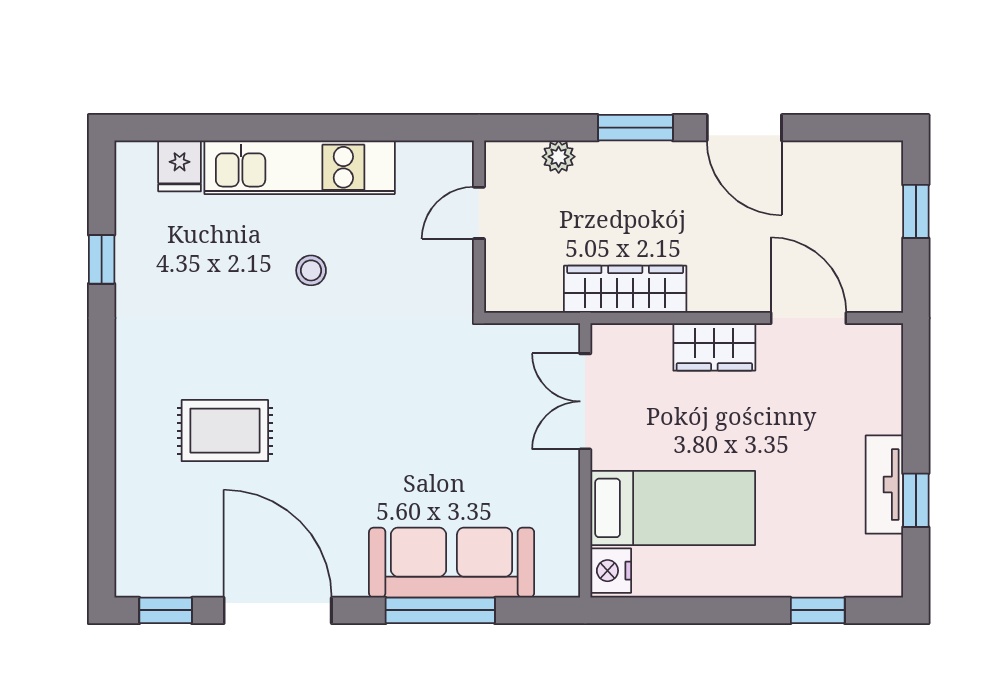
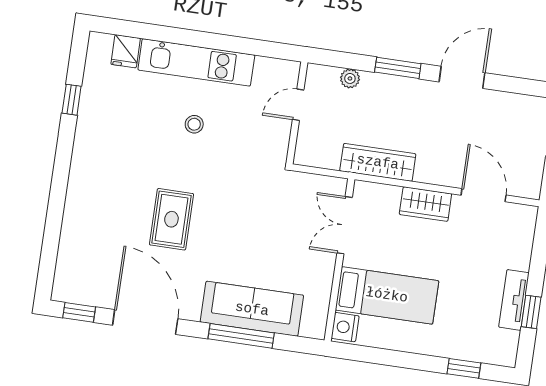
door: (744, 128) -> (462, 77), swing flipped
rug: (225, 431) -> (171, 219), moved, turned 90

